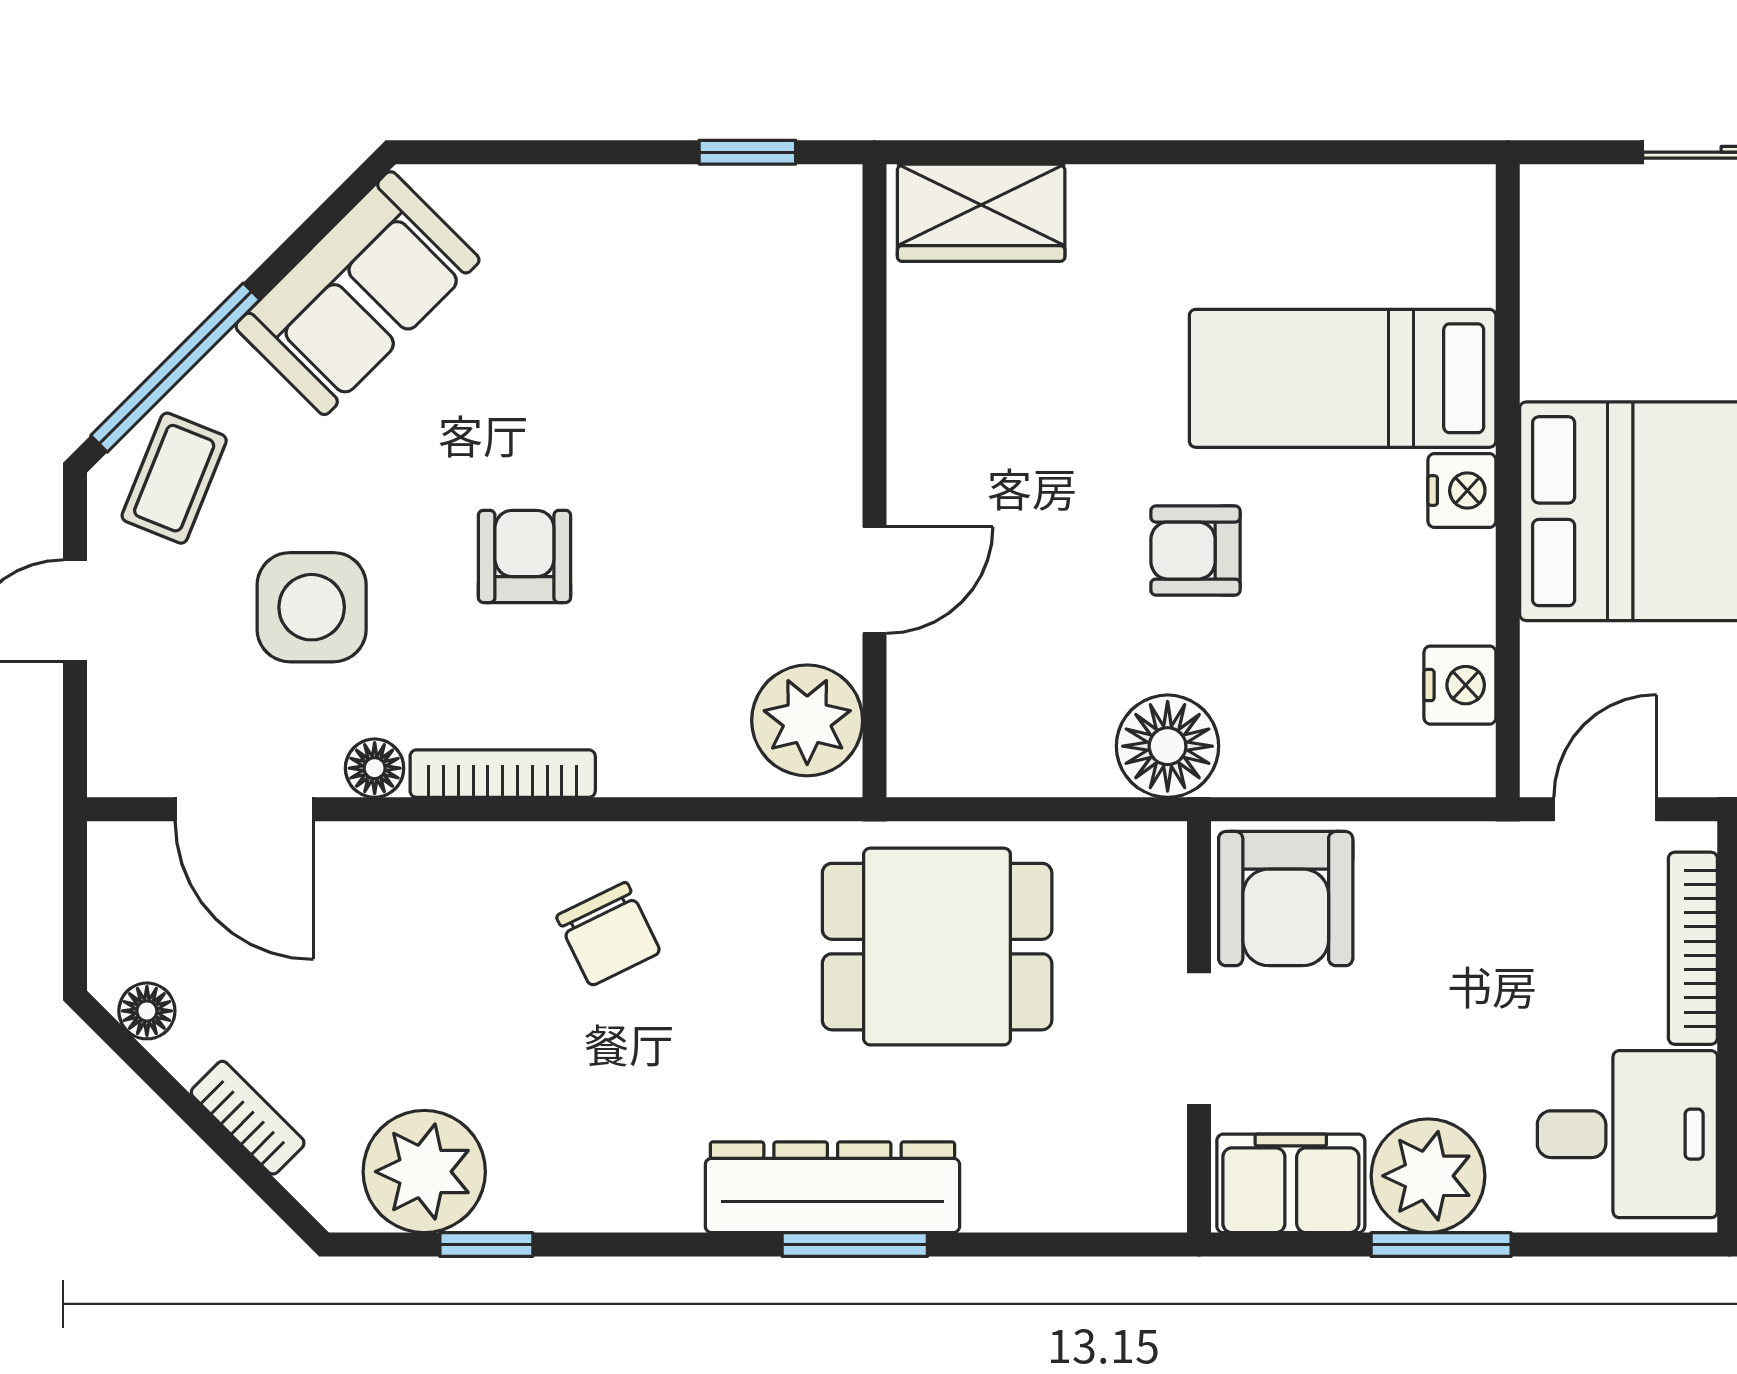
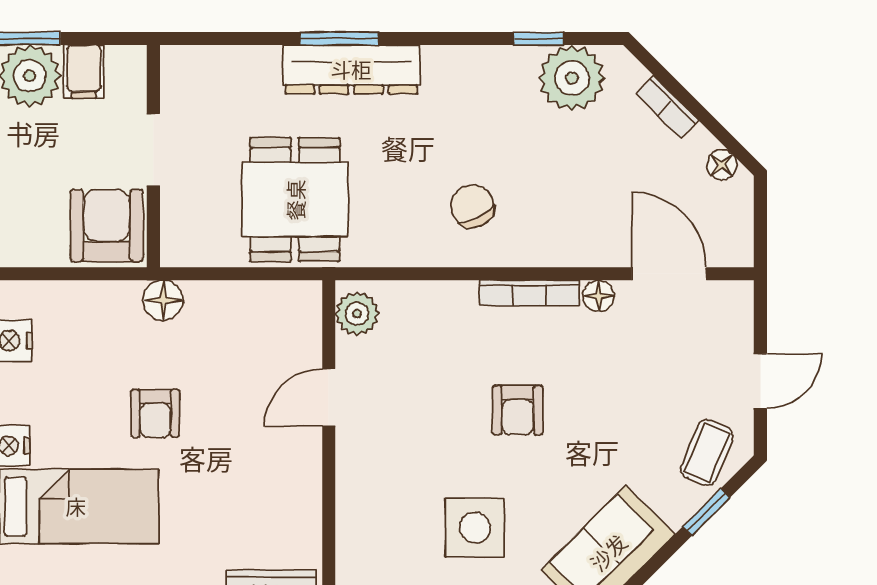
window: (175, 368) -> (706, 512), width x0.46
armchair: (1195, 551) -> (155, 413), turned 90
side table: (312, 607) -> (475, 528), moved
plant: (807, 720) -> (357, 314), width x0.73, depth x0.73
floor lamp: (1168, 746) -> (163, 300), width x0.73, depth x0.73
dining table: (937, 947) -> (295, 200), turned 90
filing cabinet: (1291, 1183) -> (84, 72), width x0.50

